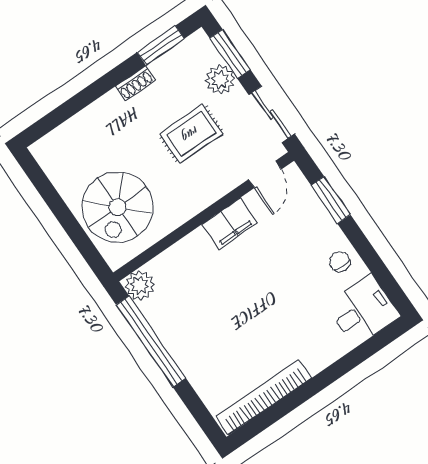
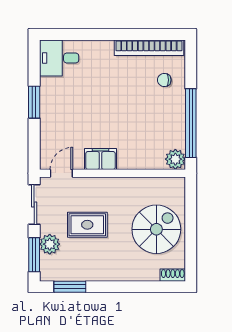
shoe rack: (135, 83) -> (173, 275), moved
window: (331, 200) -> (34, 102), moved
spiral stairs: (117, 207) -> (156, 229), moved
chair: (340, 262) -> (164, 80), moved, turned 90

